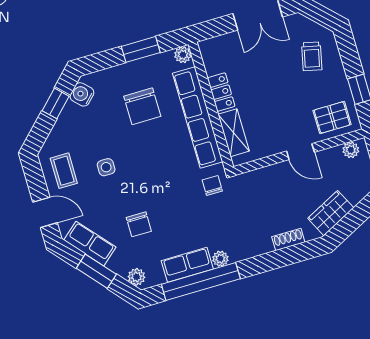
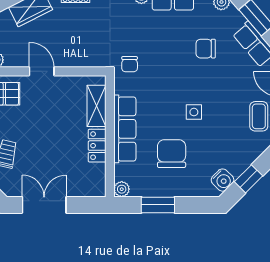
row of seats: (198, 117) -> (125, 129), width x0.73
side table: (106, 167) -> (194, 112), moved
chair: (139, 224) -> (206, 49), turned -90

